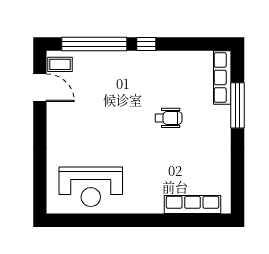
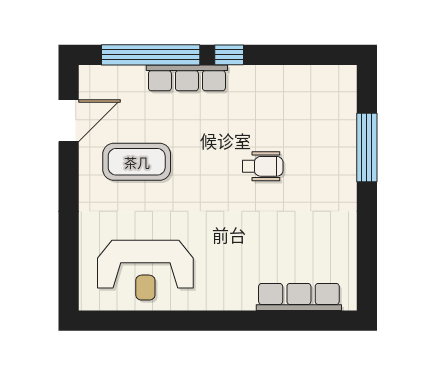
coffee table: (60, 64) -> (137, 162), moved, width x1.86, depth x1.72
row of seats: (222, 77) -> (187, 78), moved, turned -90
door: (40, 88) -> (69, 121), hinge flipped

